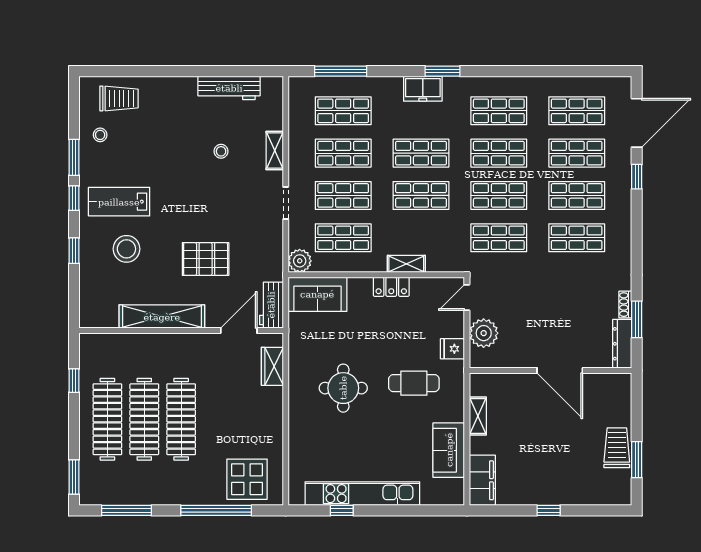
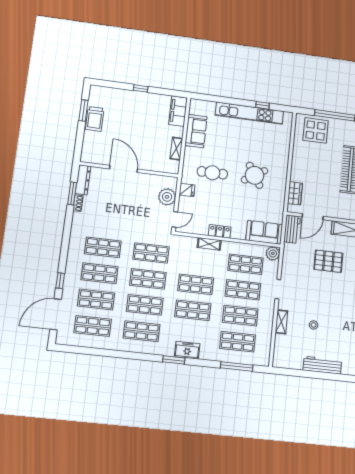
workbench: (229, 88) -> (322, 365), moved
round table: (343, 388) -> (255, 175), turned -32

